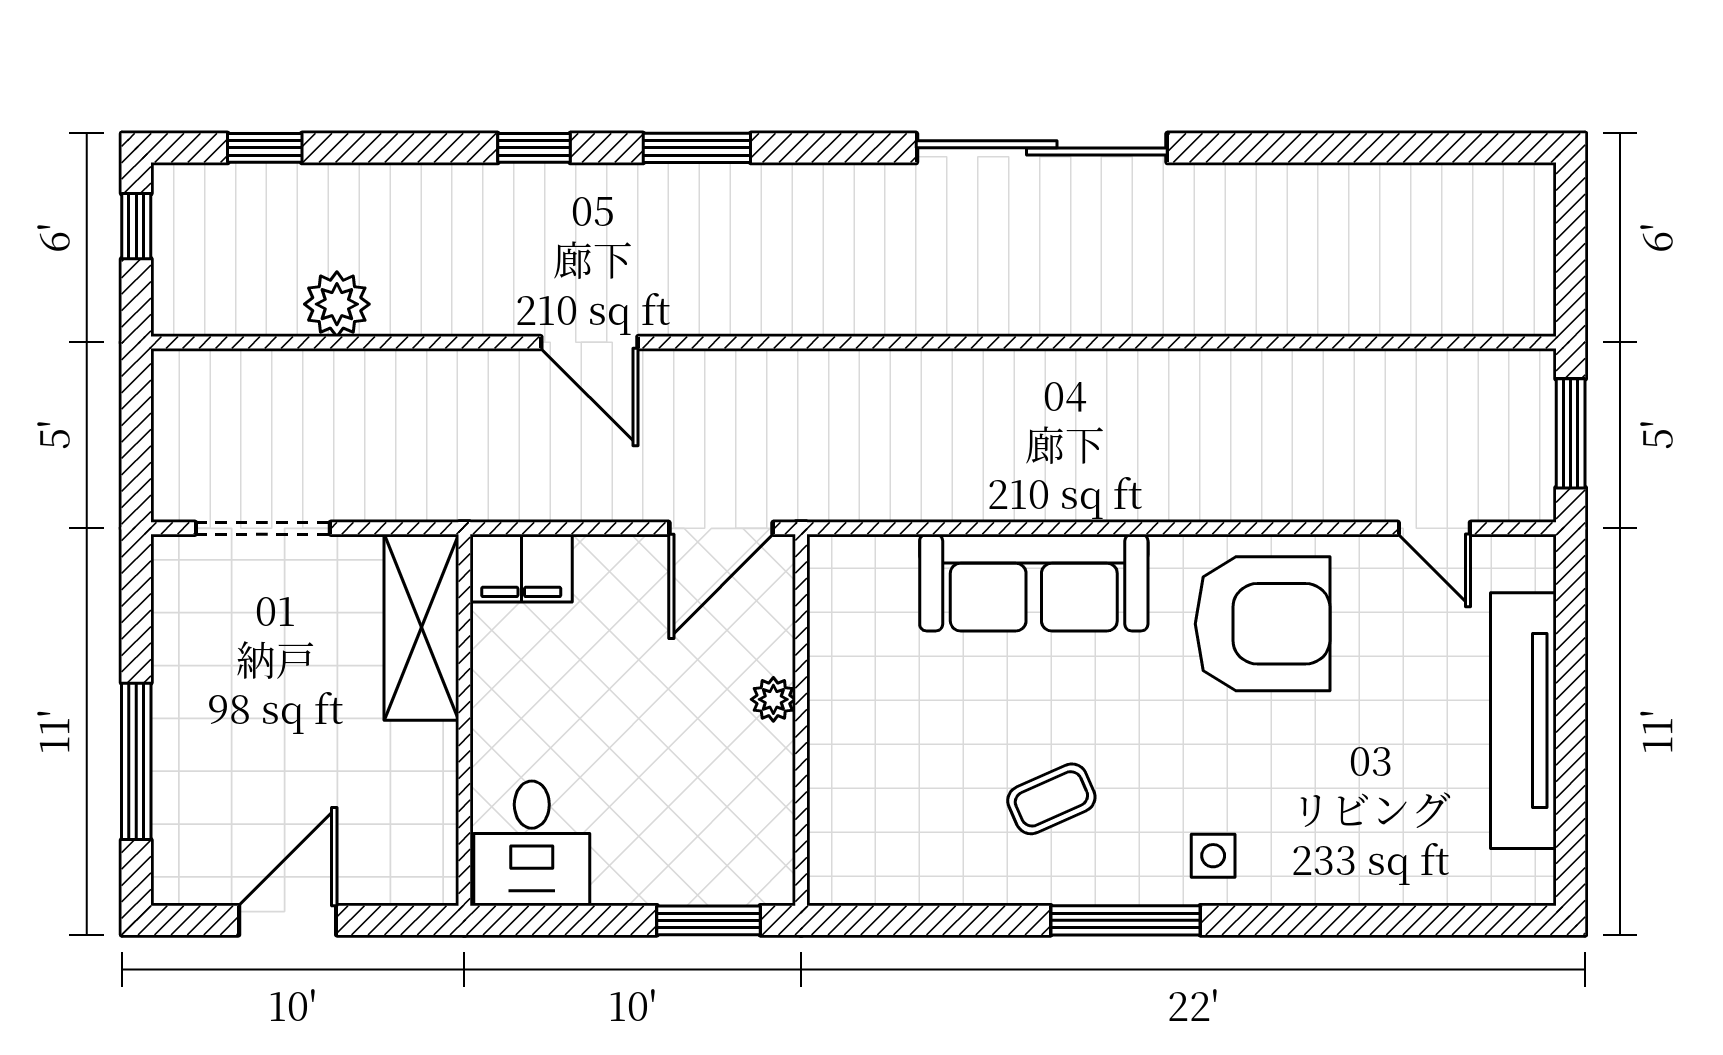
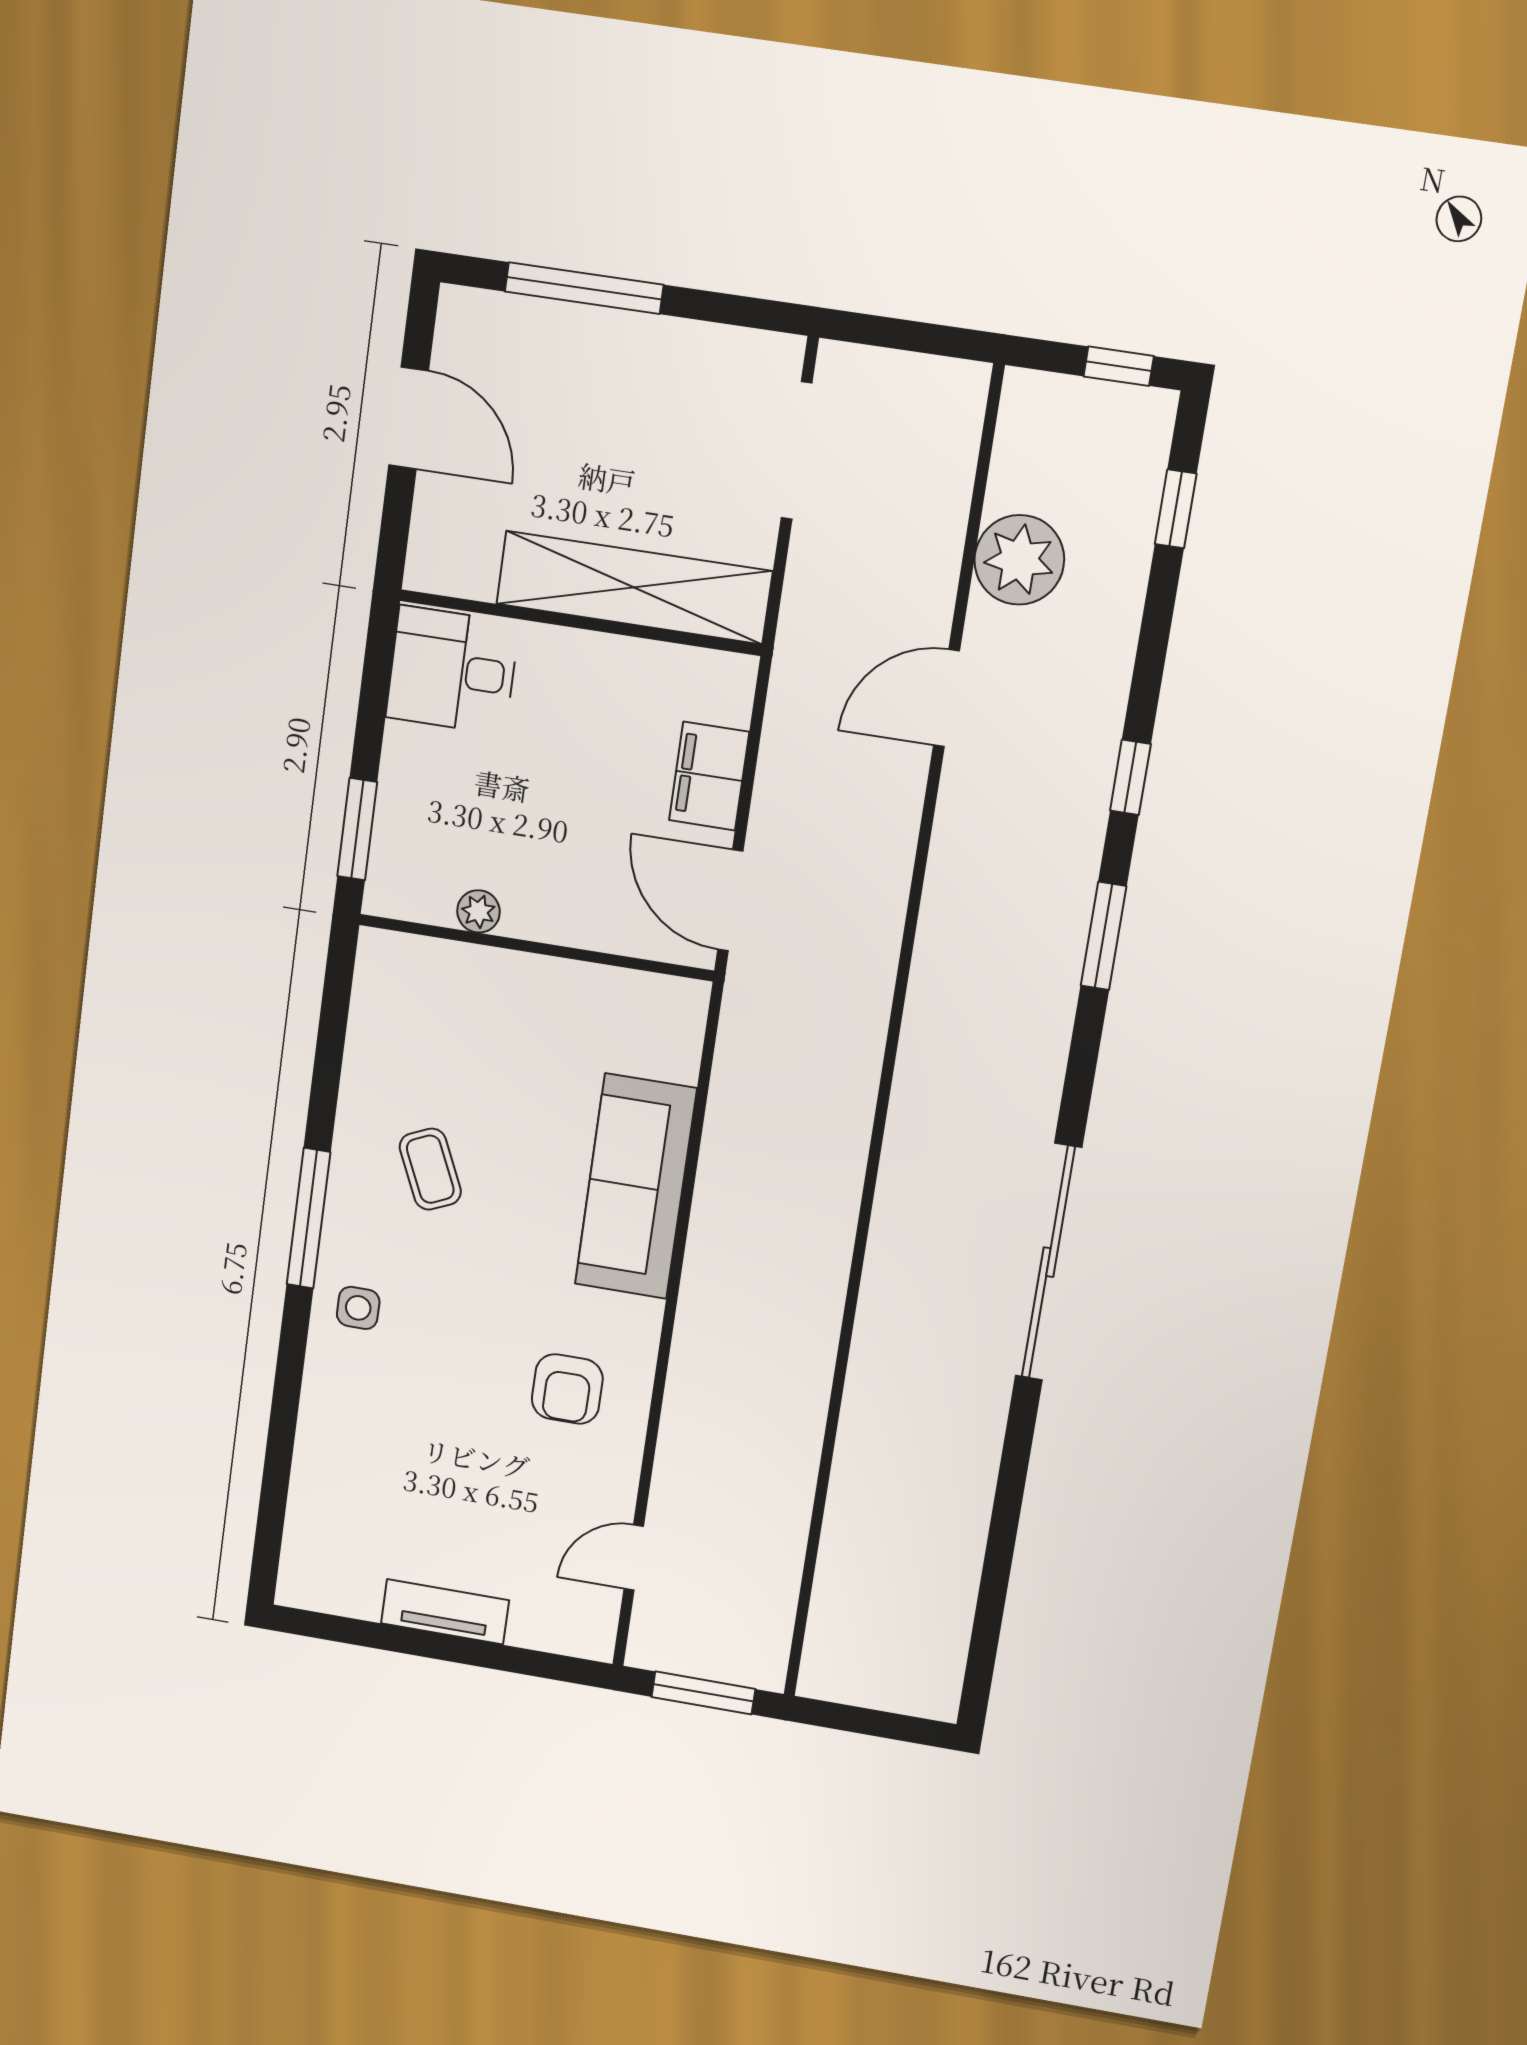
plant: (337, 304) -> (1019, 560), width x1.36, depth x1.36
door: (589, 342) -> (946, 698), moved
filing cabinet: (521, 568) -> (709, 776), moved
armchair: (1263, 624) -> (567, 1389), width x0.53, depth x0.53
shelving: (421, 627) -> (634, 588), width x1.47
plant: (773, 699) -> (478, 911), moved
tv unit: (1523, 721) -> (445, 1612), width x0.52, depth x0.78

